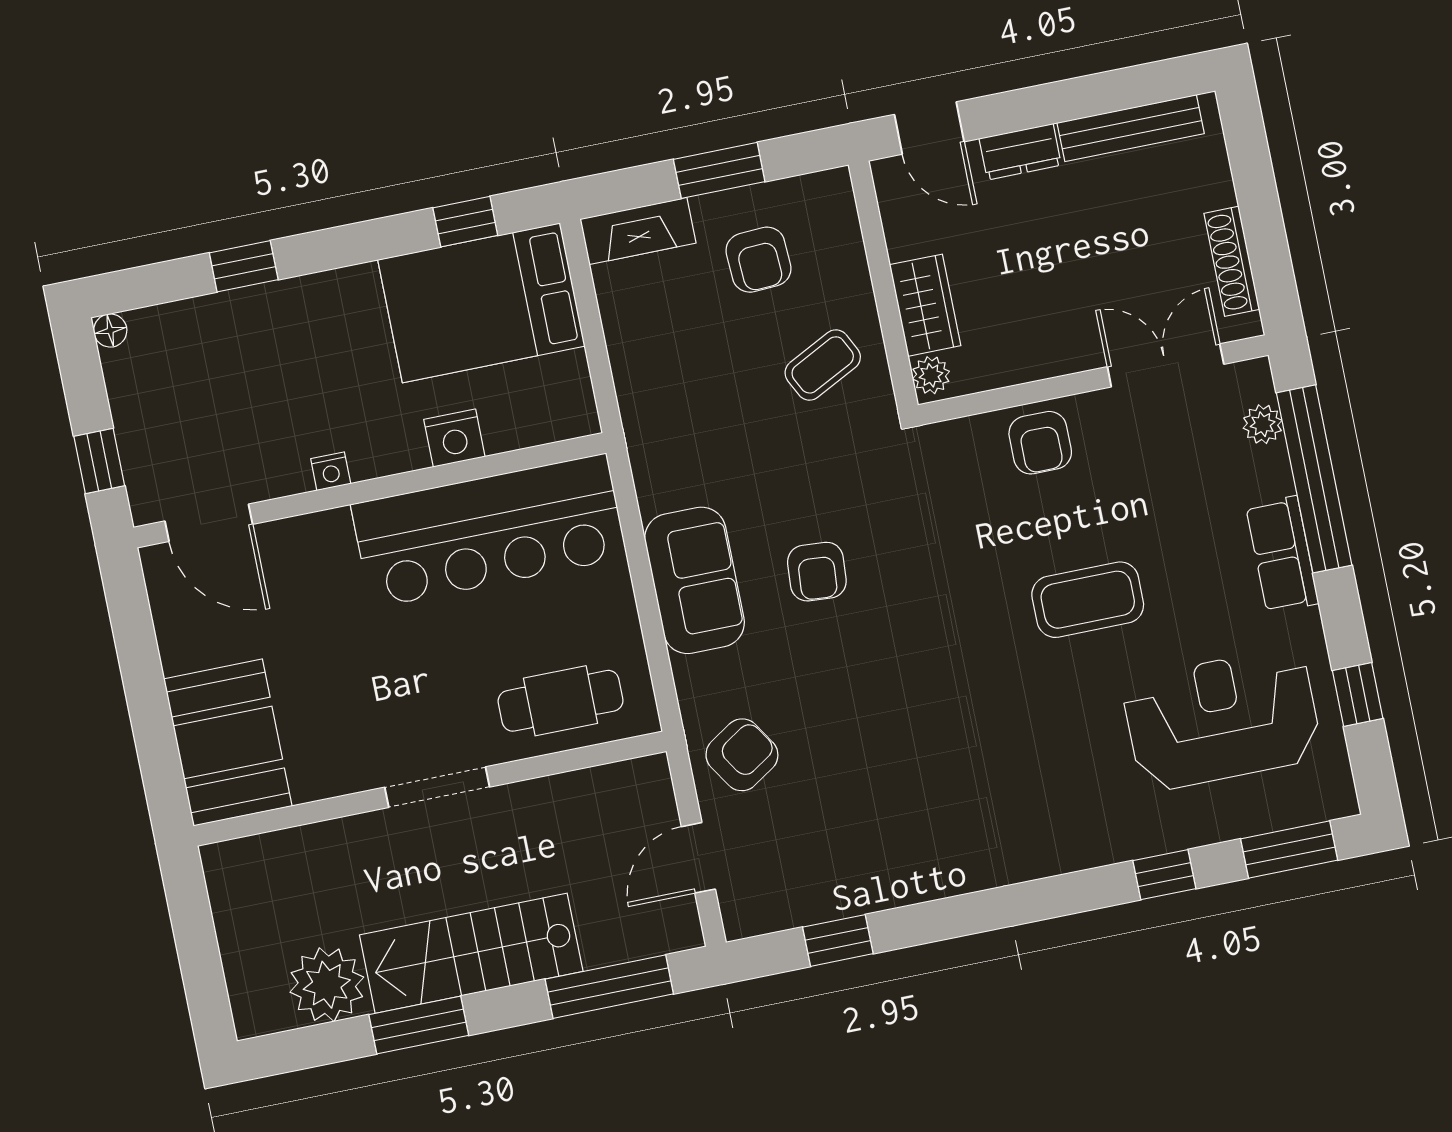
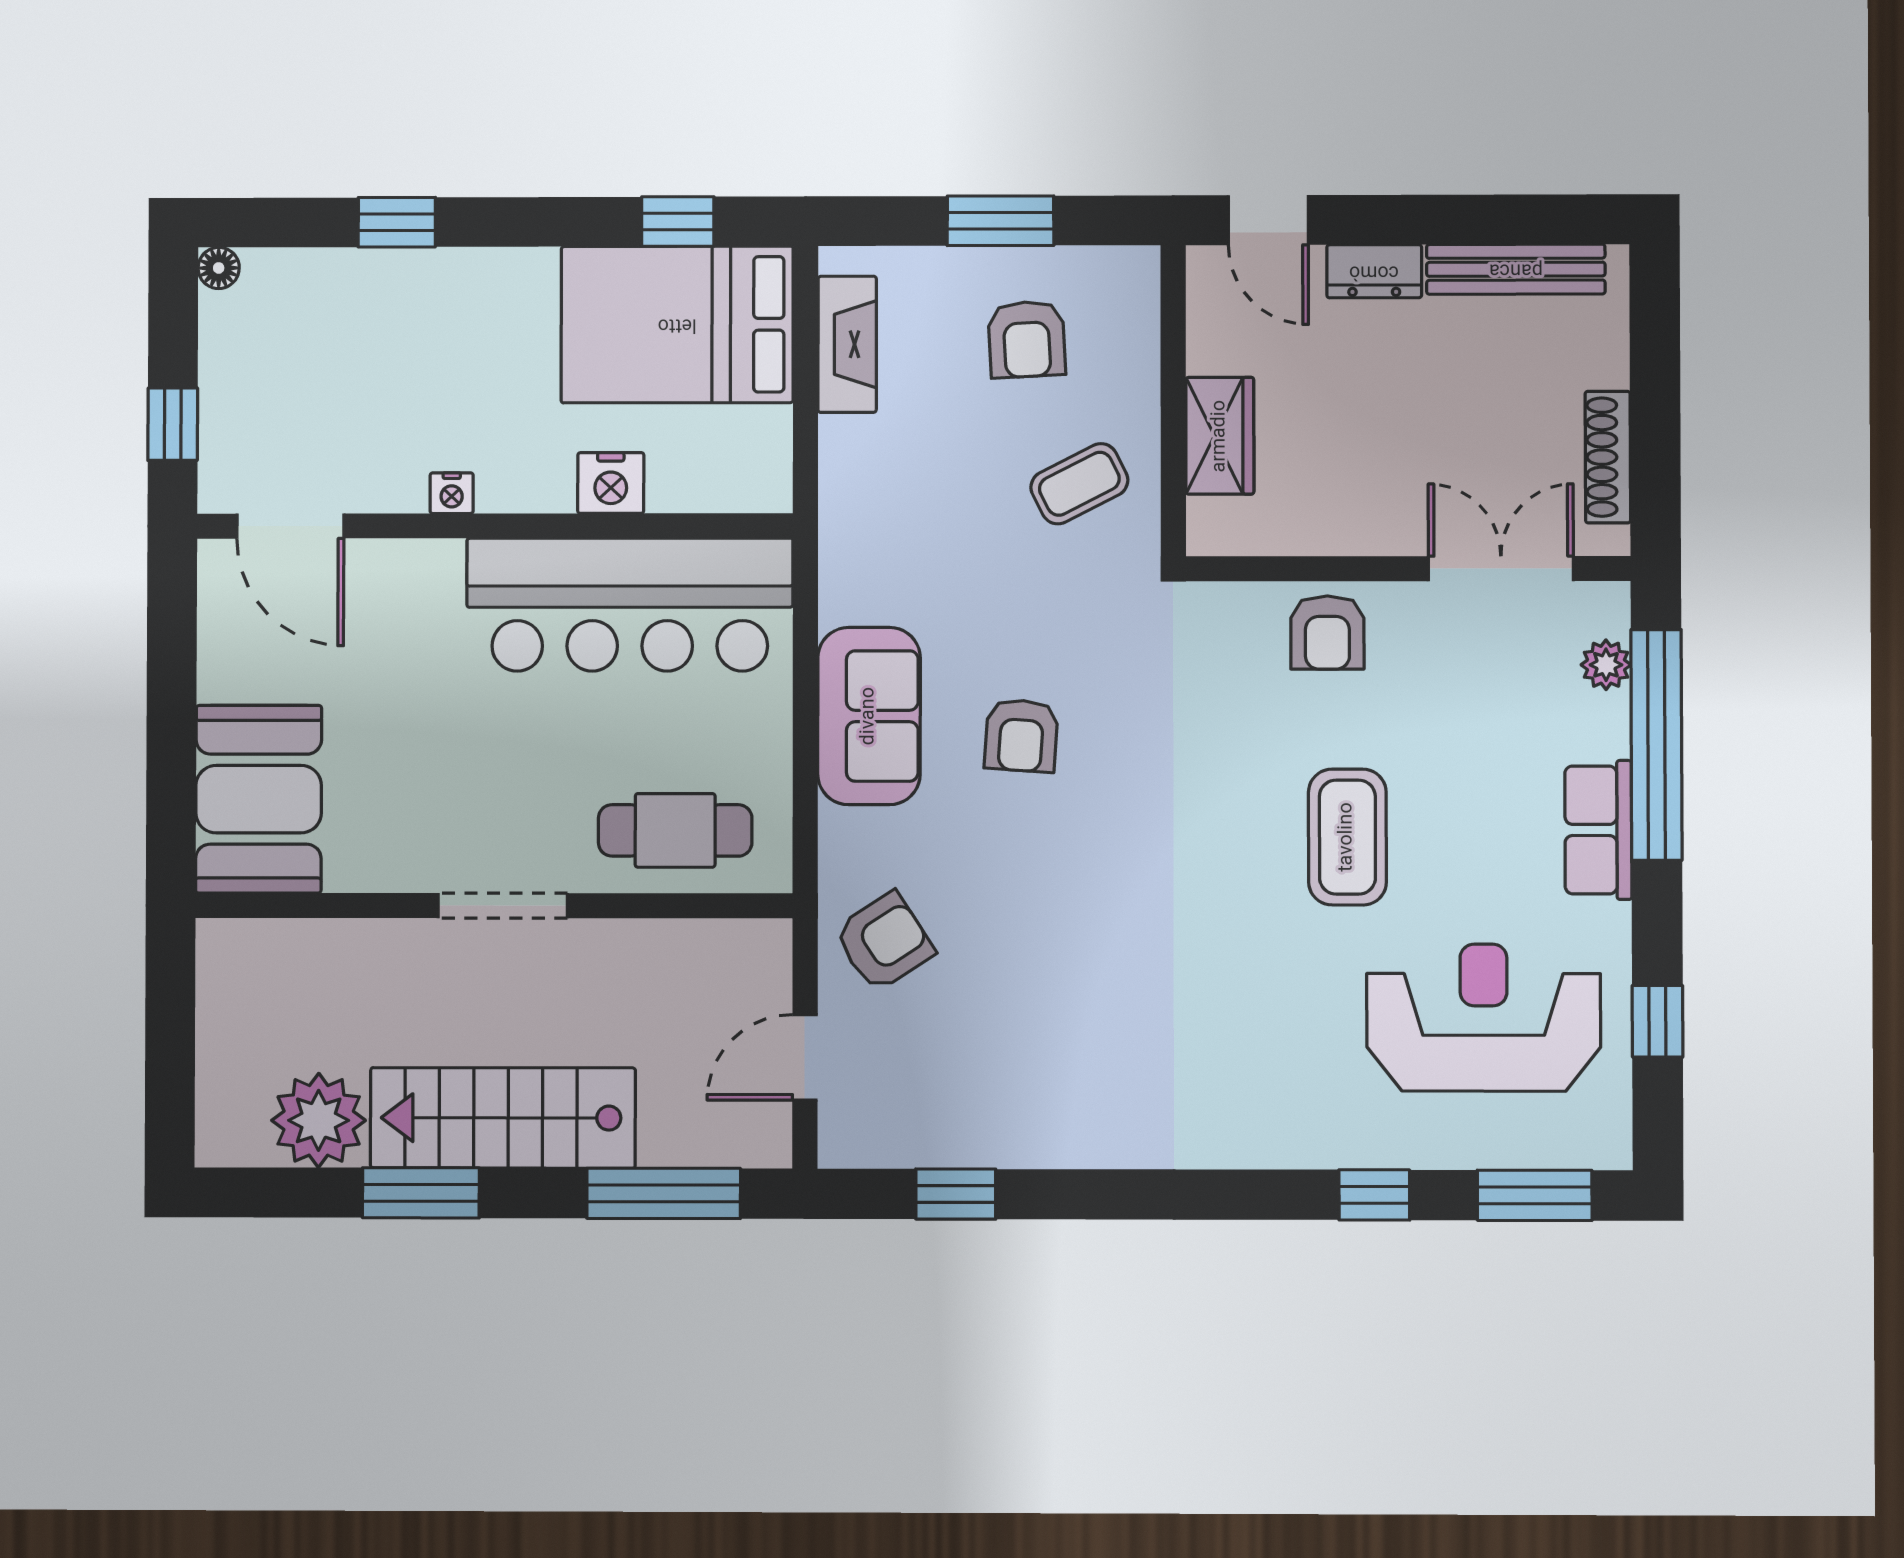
fireplace: (638, 231) -> (847, 344), moved, turned -90
plant: (931, 375) -> (1210, 523), removed
coffee table: (1088, 600) -> (1347, 837), turned 90

